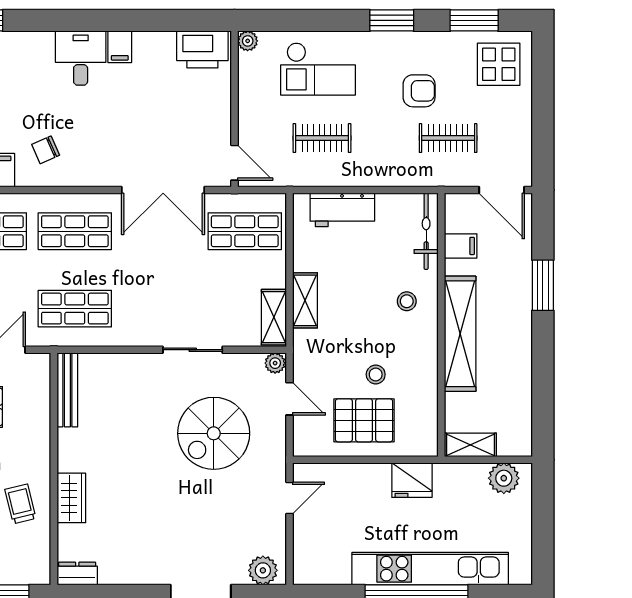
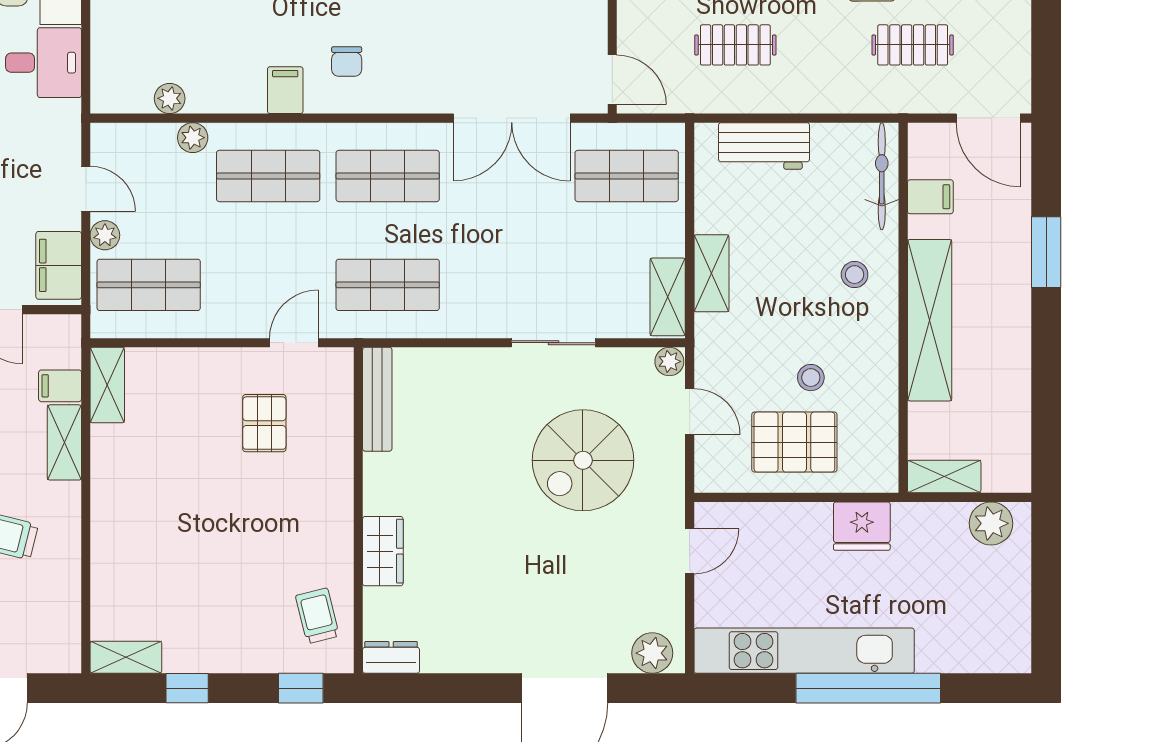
chair: (46, 150) -> (347, 62), turned -66
trolley: (20, 504) -> (317, 616), moved
kitchen unit: (430, 569) -> (804, 651), moved

